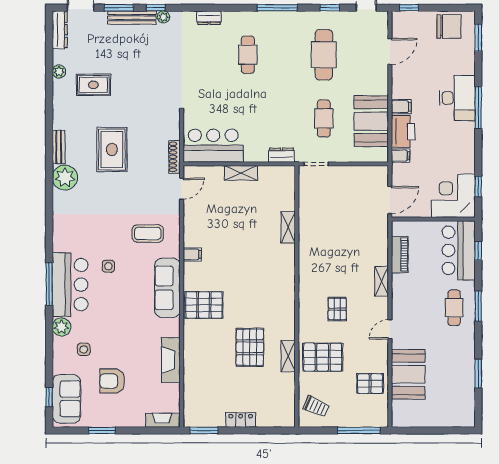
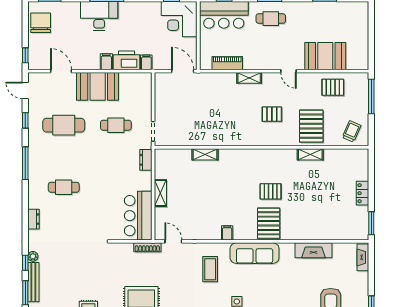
booth: (371, 121) -> (98, 86), moved
pallet: (250, 347) -> (271, 191), moved, width x0.67, depth x0.71
pallet: (370, 384) -> (333, 87), turned 90

